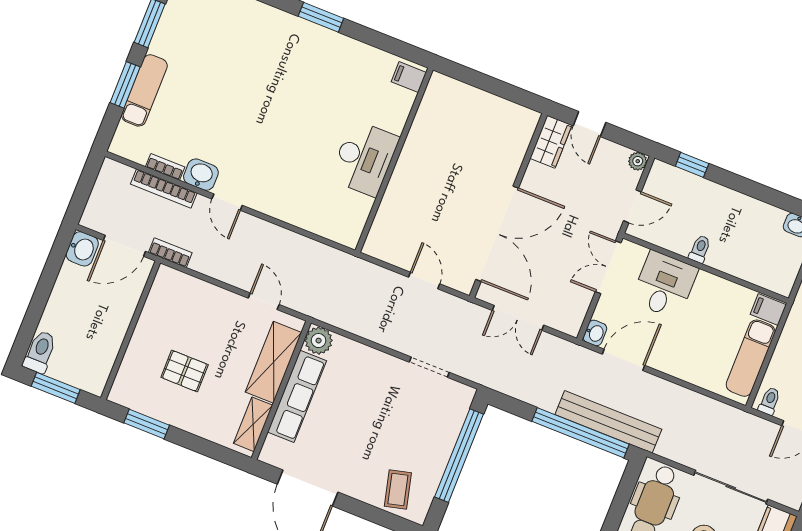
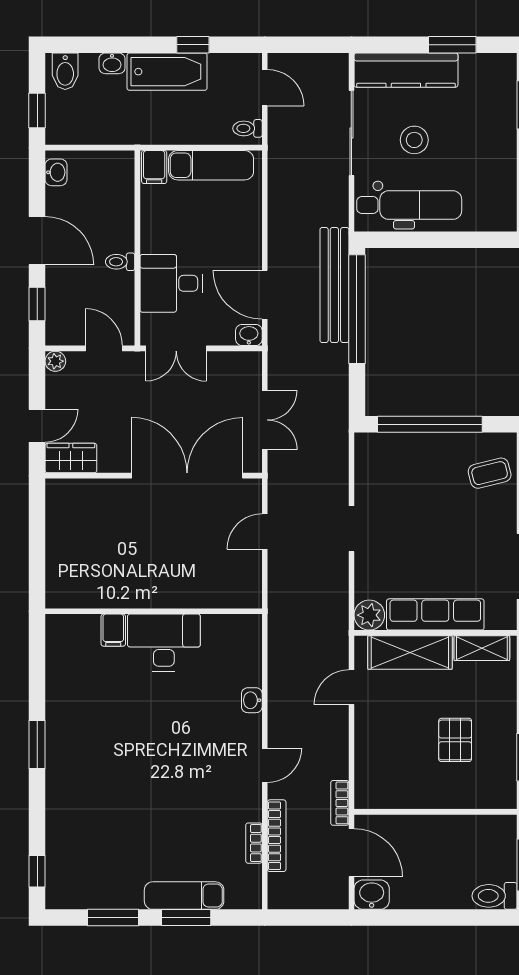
filing cabinet: (409, 77) -> (113, 630), moved
washbasin: (201, 175) -> (252, 700), moved, width x0.72, depth x0.69
door: (746, 186) -> (37, 241), added
doorway: (429, 367) -> (351, 529), moved

